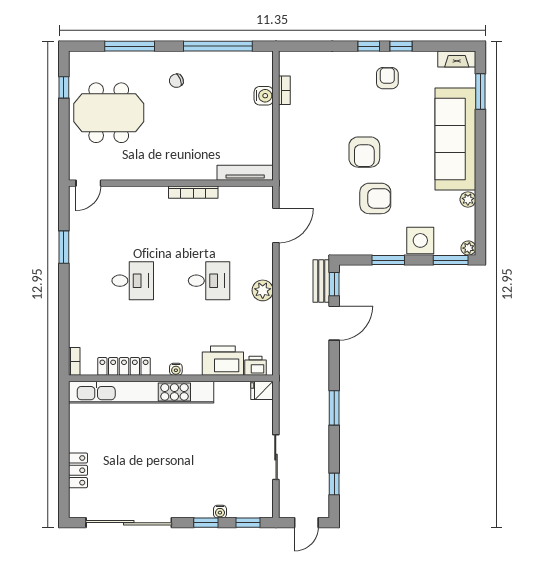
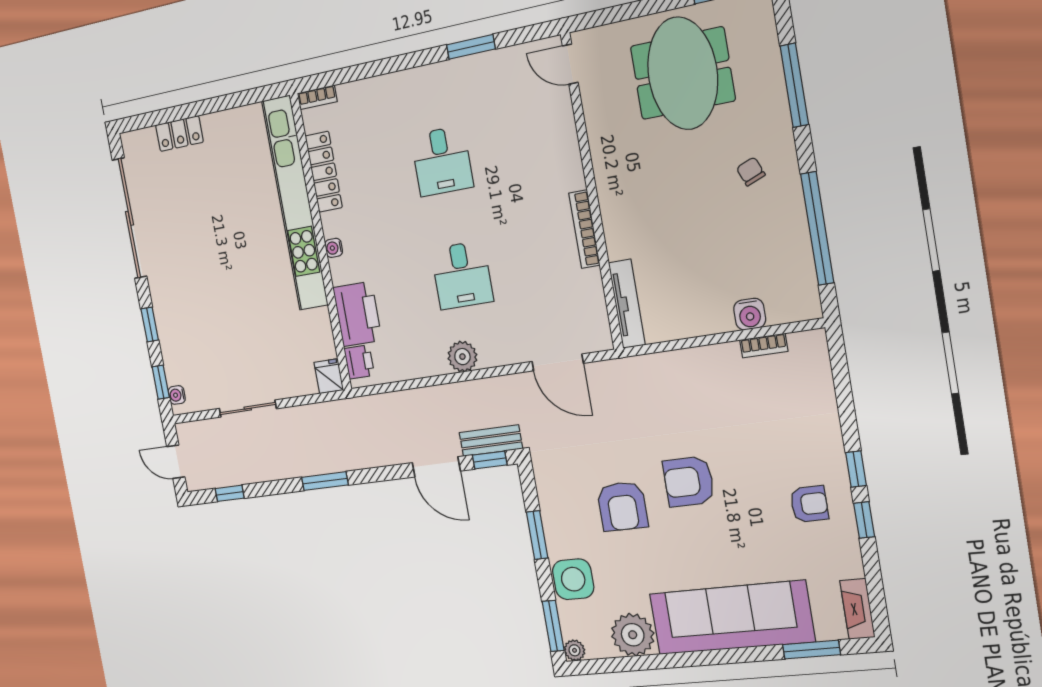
plant: (468, 199) -> (633, 635), width x1.87, depth x1.87
water cooler: (220, 512) -> (177, 395), moved

